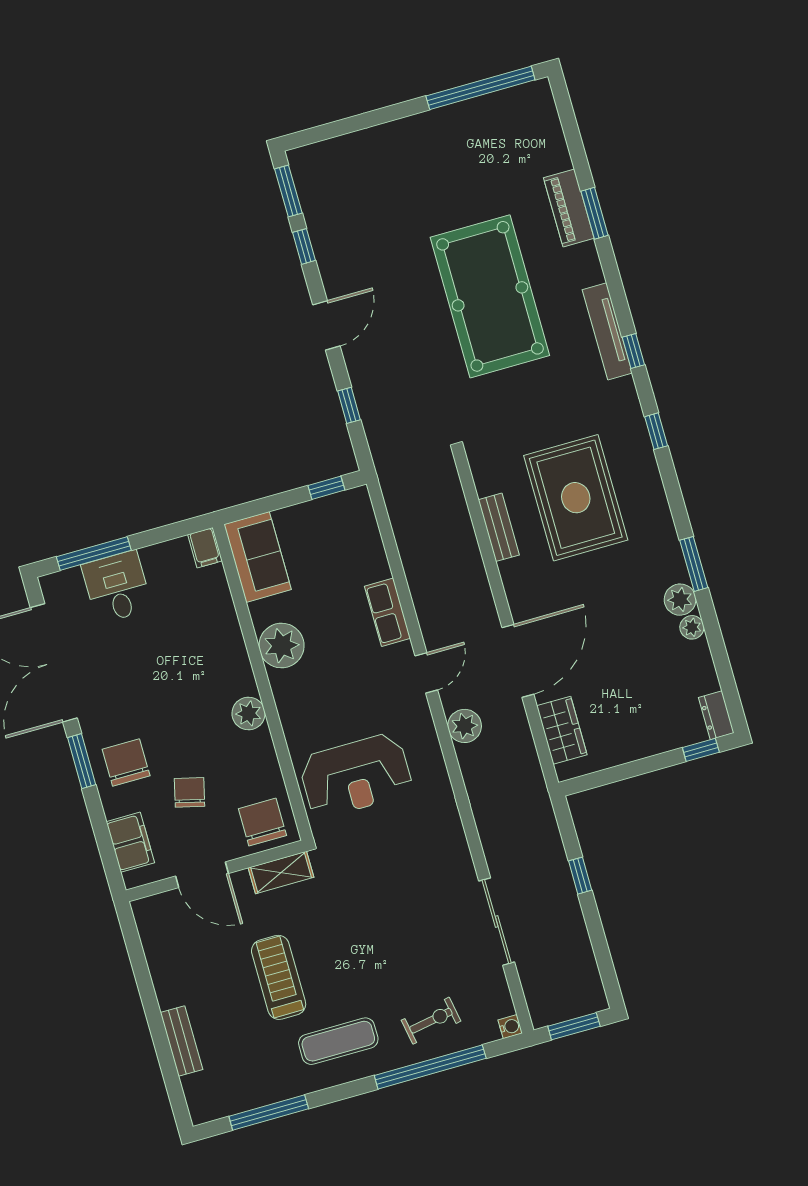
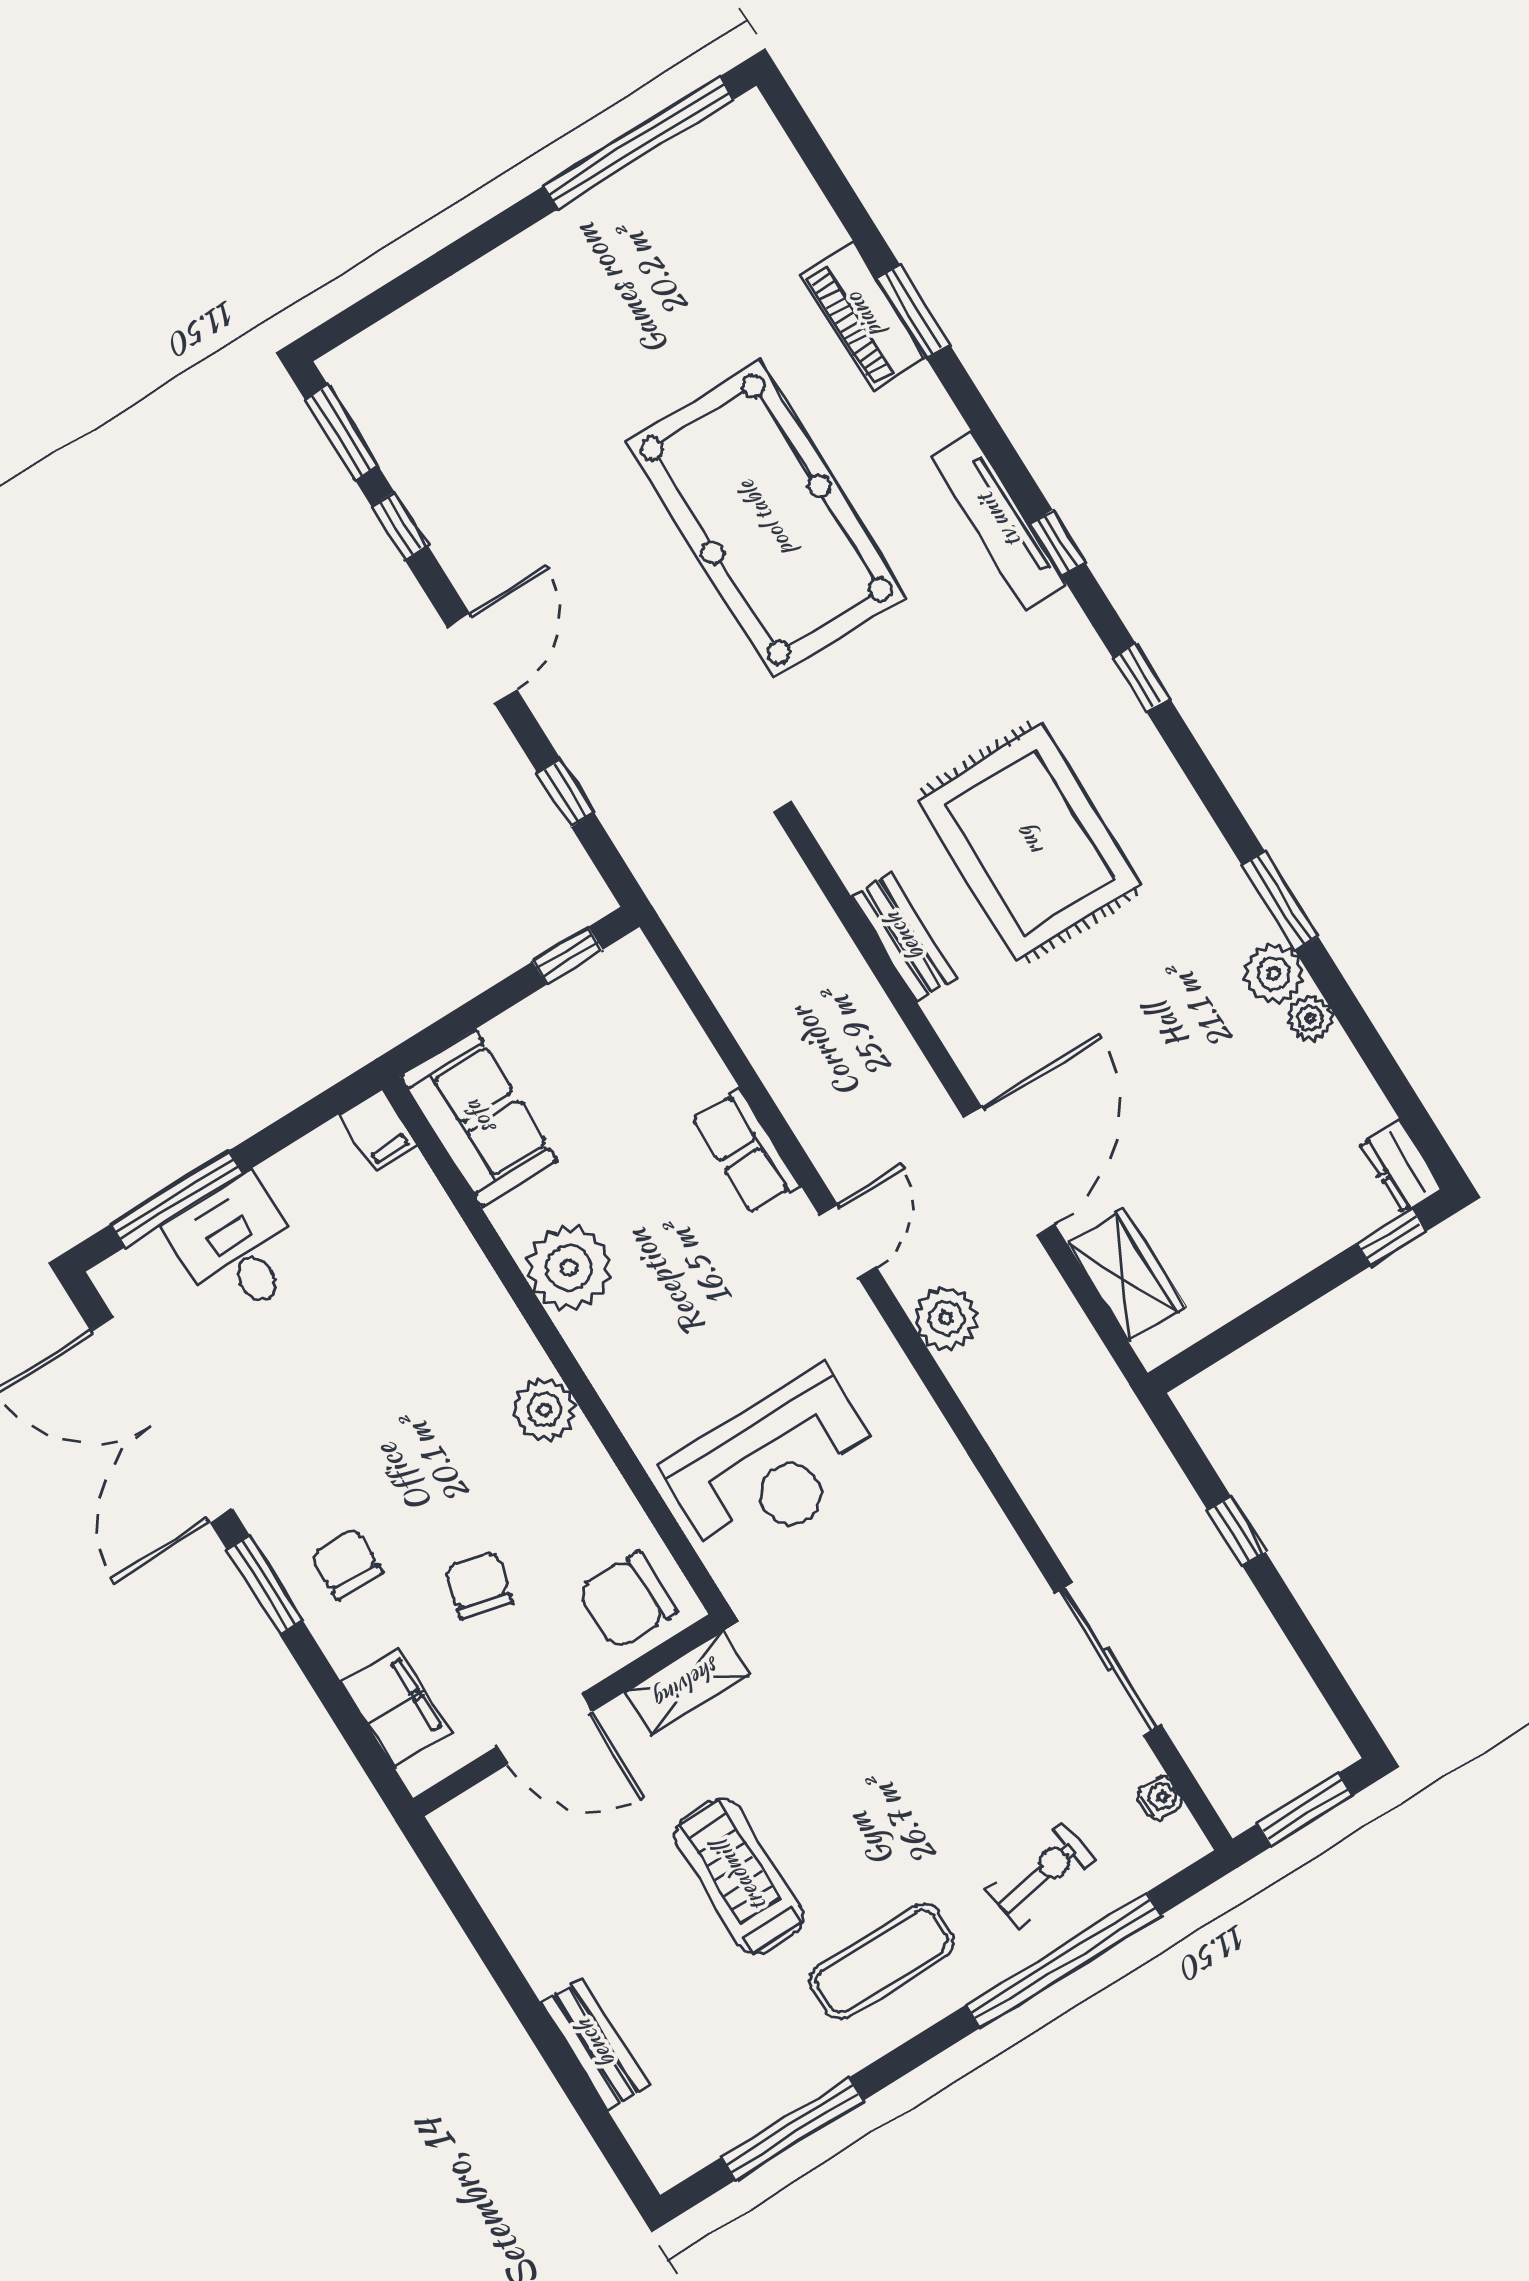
chair: (126, 762) -> (346, 1564), width x0.73, depth x0.73
chair: (262, 822) -> (627, 1601), turned -90
water cooler: (510, 1027) -> (1160, 1798), moved

